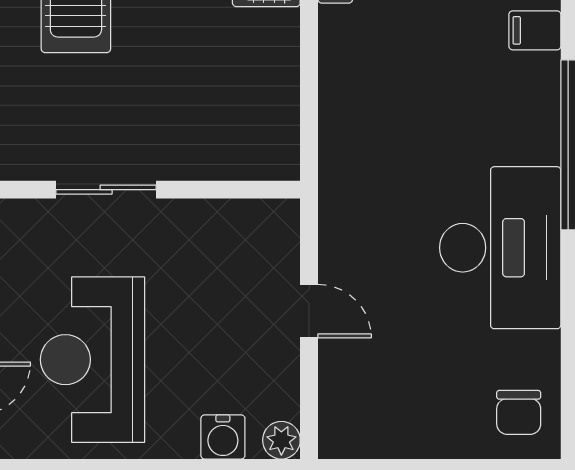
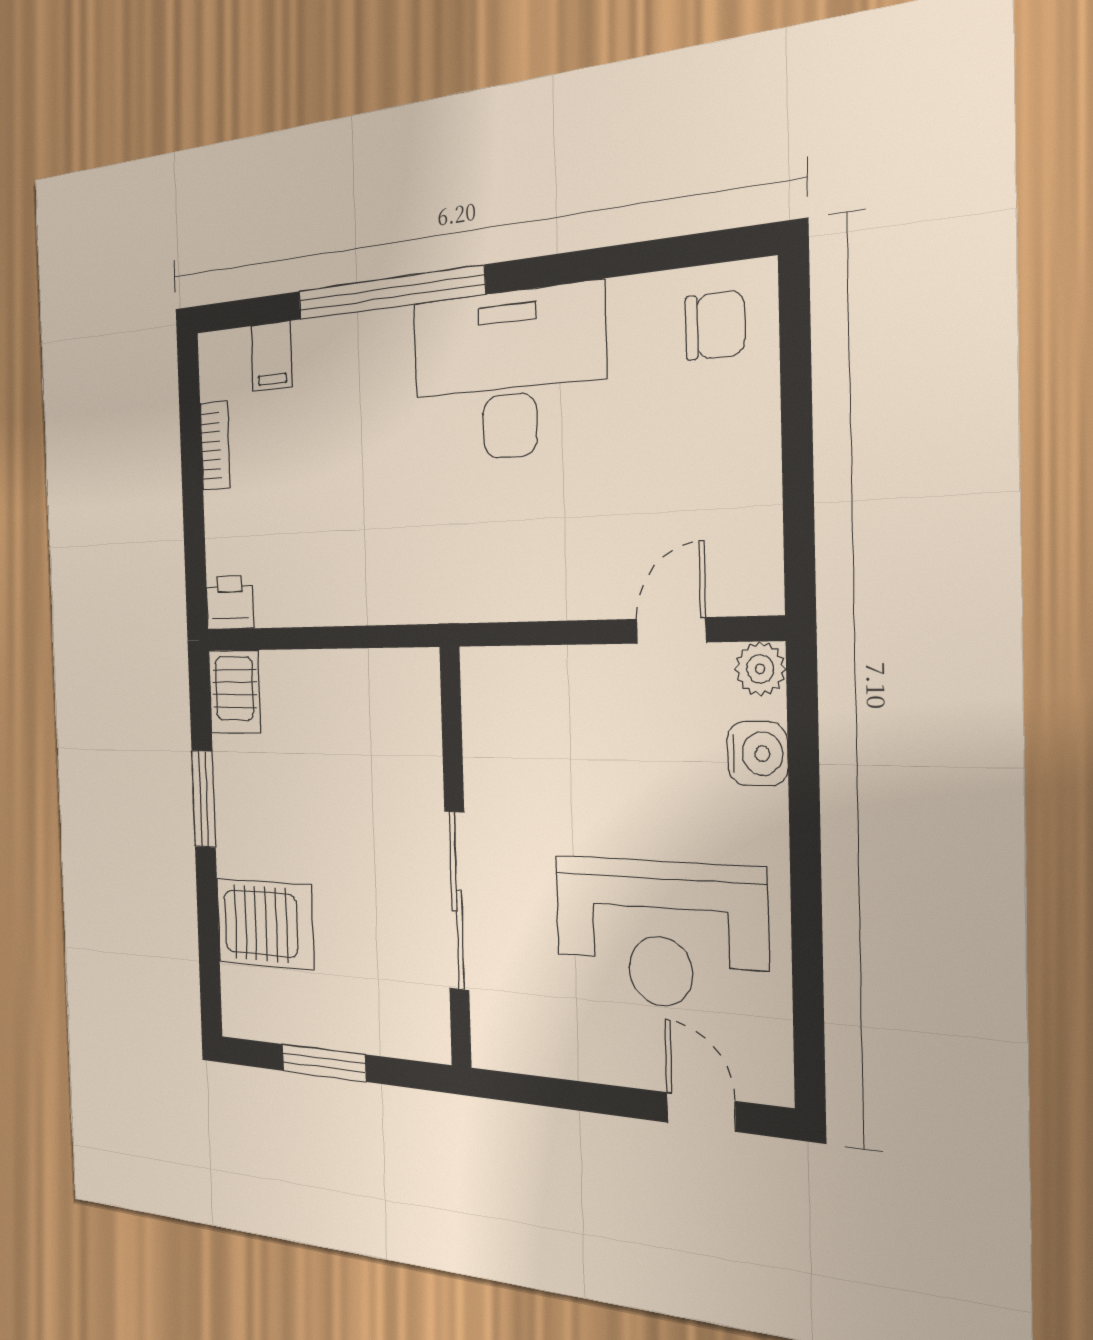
sliding door: (106, 190) -> (457, 901), width x1.37
door: (309, 311) -> (671, 631), moved

